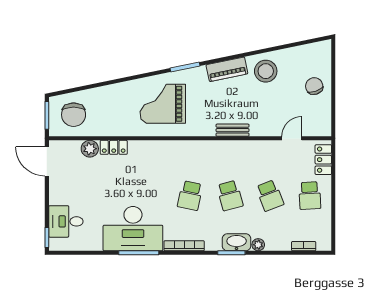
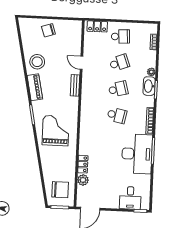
grand piano: (163, 104) -> (56, 131), turned 180
door: (292, 138) -> (81, 63), moved

